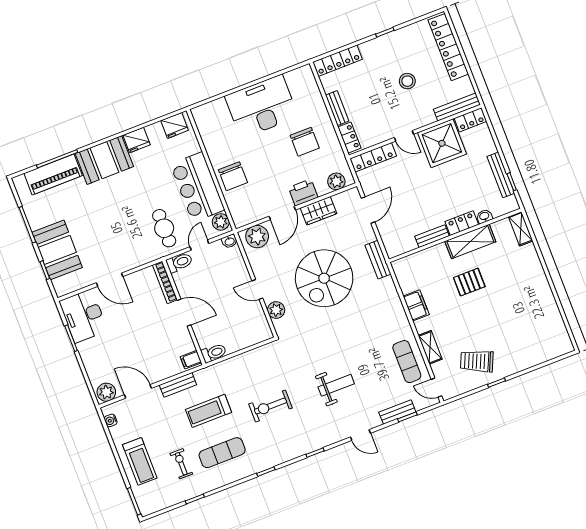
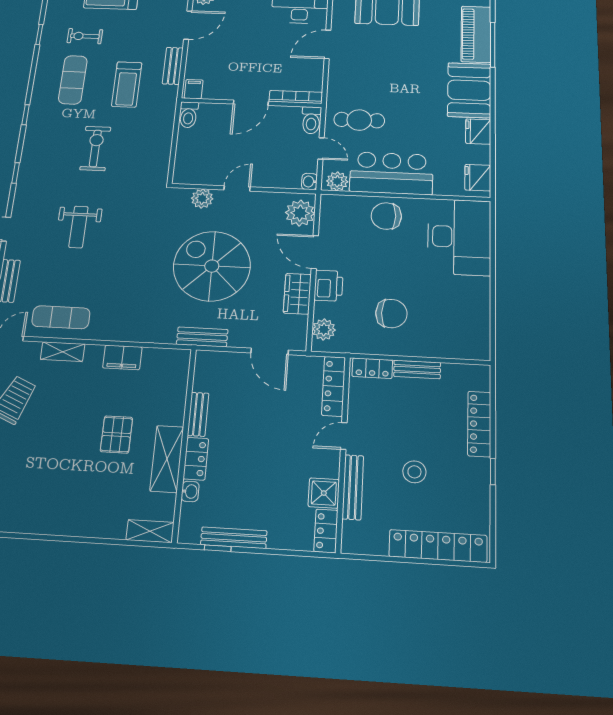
locker: (337, 61) -> (479, 424), moved
desk: (261, 106) -> (459, 237), moved
bench: (457, 107) -> (353, 487), moved
chair: (305, 142) -> (391, 313), turned 180
shower: (442, 143) -> (324, 493), width x0.54, depth x0.54
treadmill: (208, 411) -> (127, 84), turned 180
exercise bike: (181, 464) -> (85, 36), turned 180

